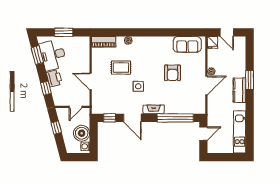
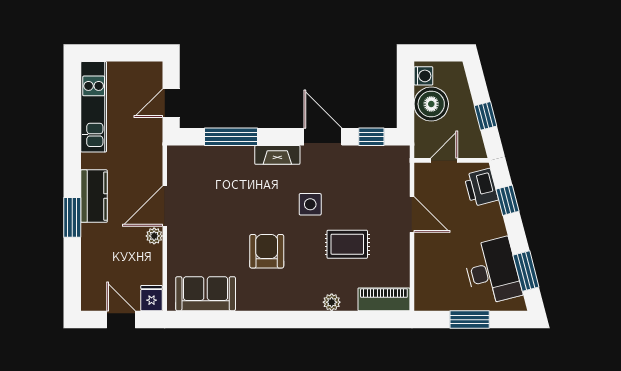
armchair: (173, 73) -> (267, 251), moved
printer: (54, 78) -> (481, 187), moved
window: (175, 118) -> (231, 137), width x0.68

